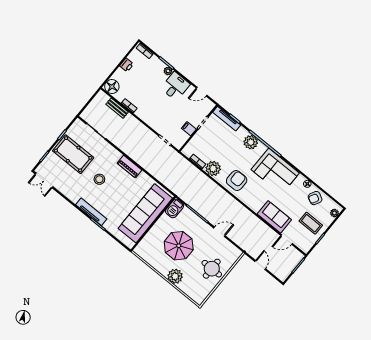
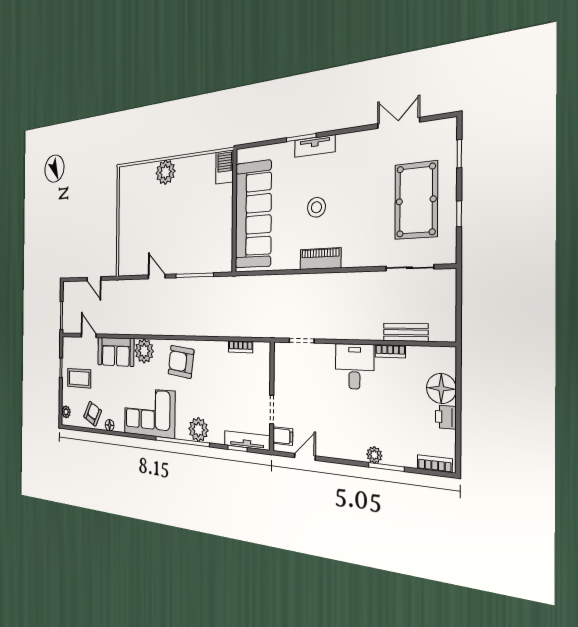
desk: (175, 86) -> (354, 366), moved, turned 180
floor lamp: (112, 87) -> (441, 388), moved
filing cabinet: (189, 129) -> (283, 436), moved
pool table: (73, 154) -> (416, 200), turned 90
plant: (213, 169) -> (144, 351), moved
stool: (99, 179) -> (316, 207), moved
double door: (44, 180) -> (398, 123), moved
armchair: (237, 180) -> (181, 362), turned 97
barbecue: (175, 208) -> (225, 167), moved
tv unit: (91, 212) -> (315, 146), width x0.71
door: (219, 232) -> (157, 277), swing flipped
door: (287, 239) -> (89, 335), hinge flipped
parasol: (179, 246) -> (187, 213), removed
round table: (212, 269) -> (136, 223), removed

